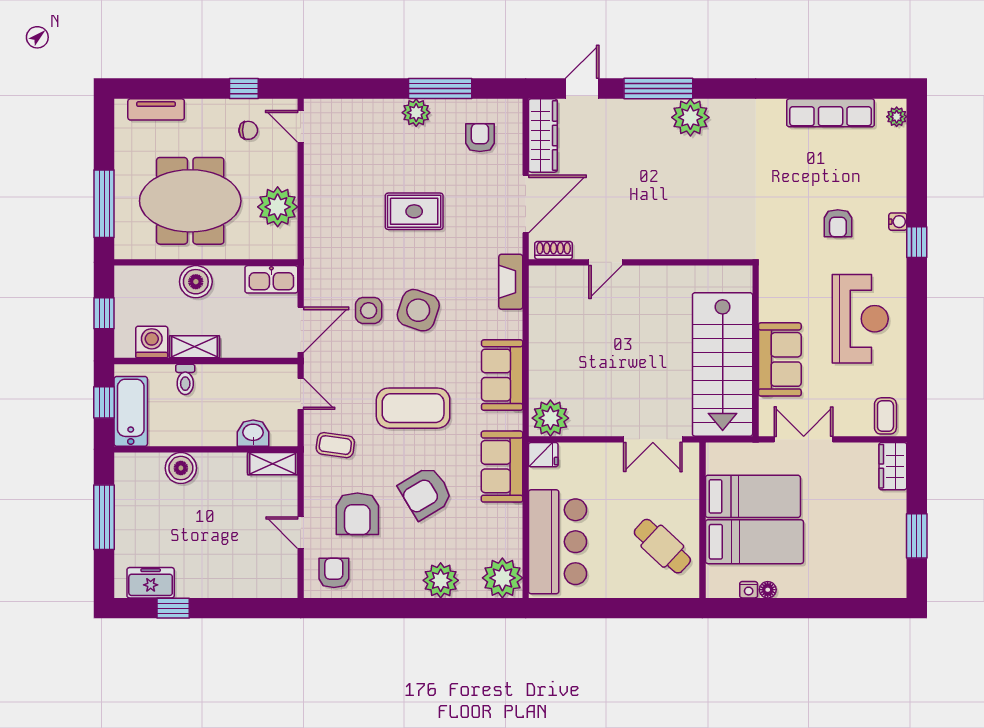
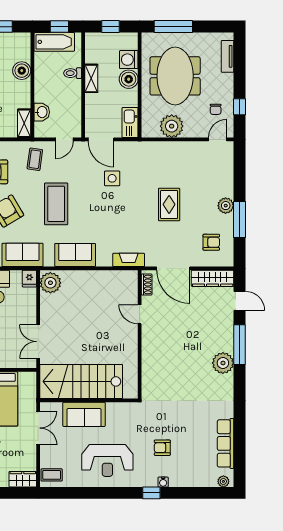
side table: (418, 310) -> (112, 207), removed
washing machine: (152, 342) -> (129, 60), moved, turned 180

